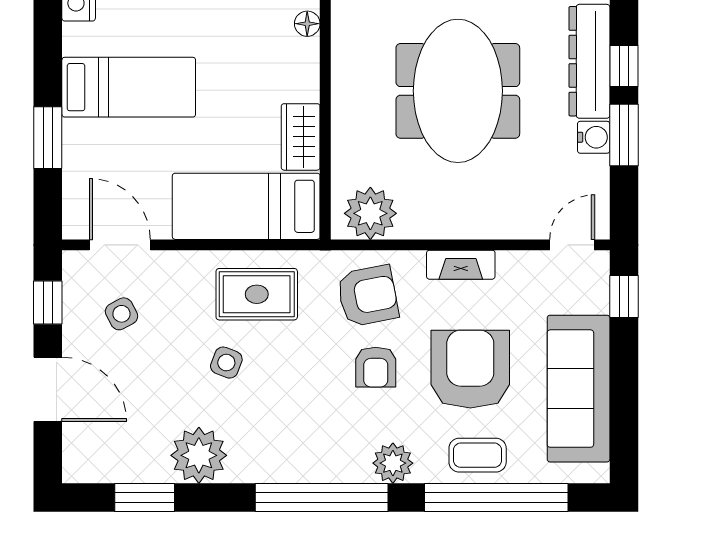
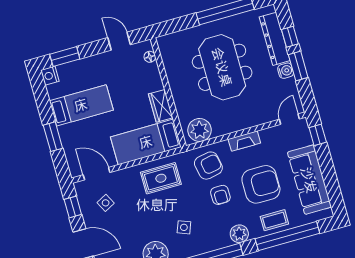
side table: (226, 363) -> (184, 227), moved
armchair: (470, 369) -> (261, 184), turned 90

